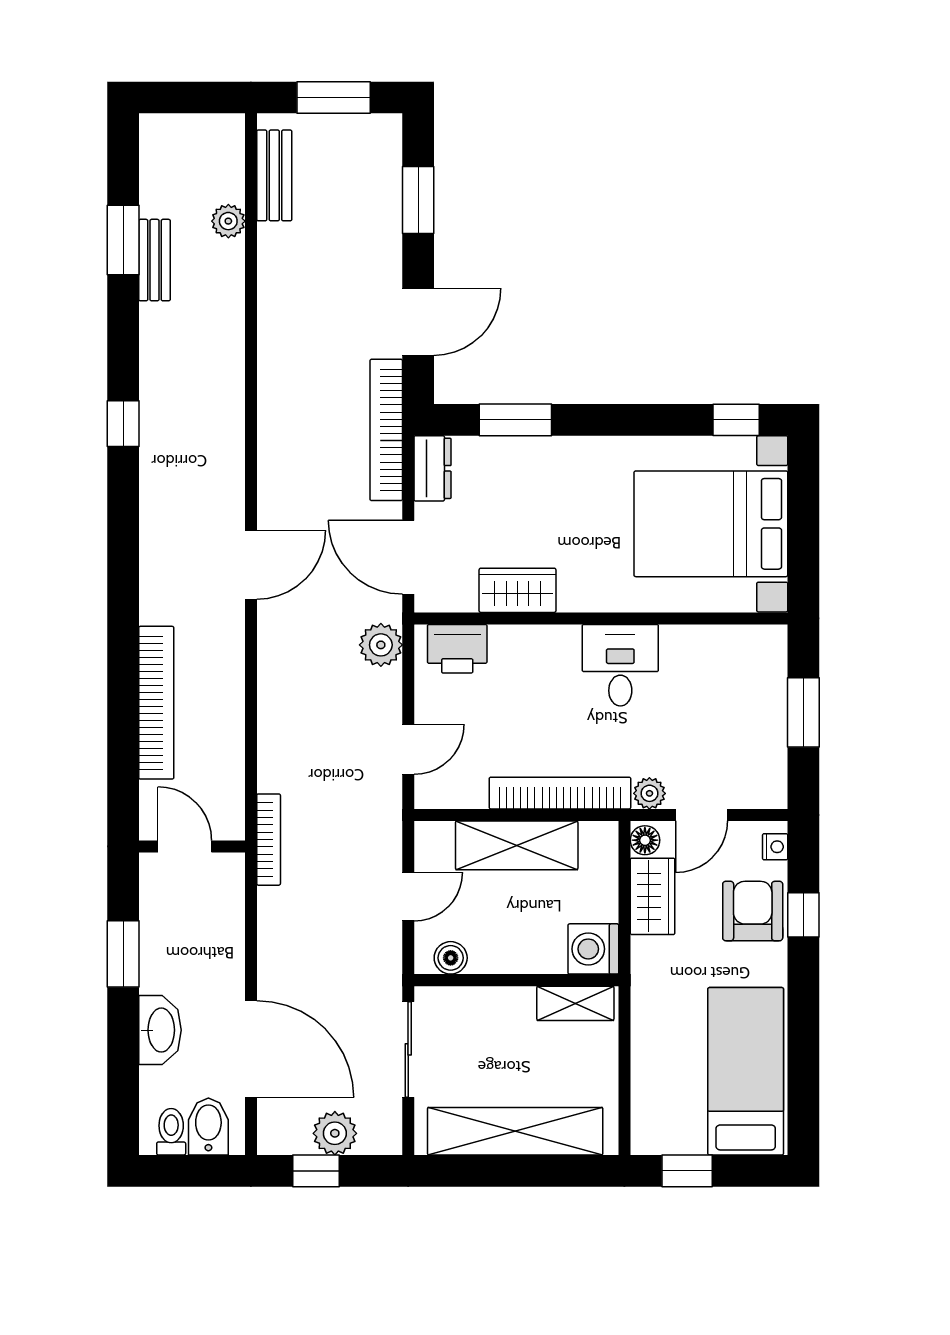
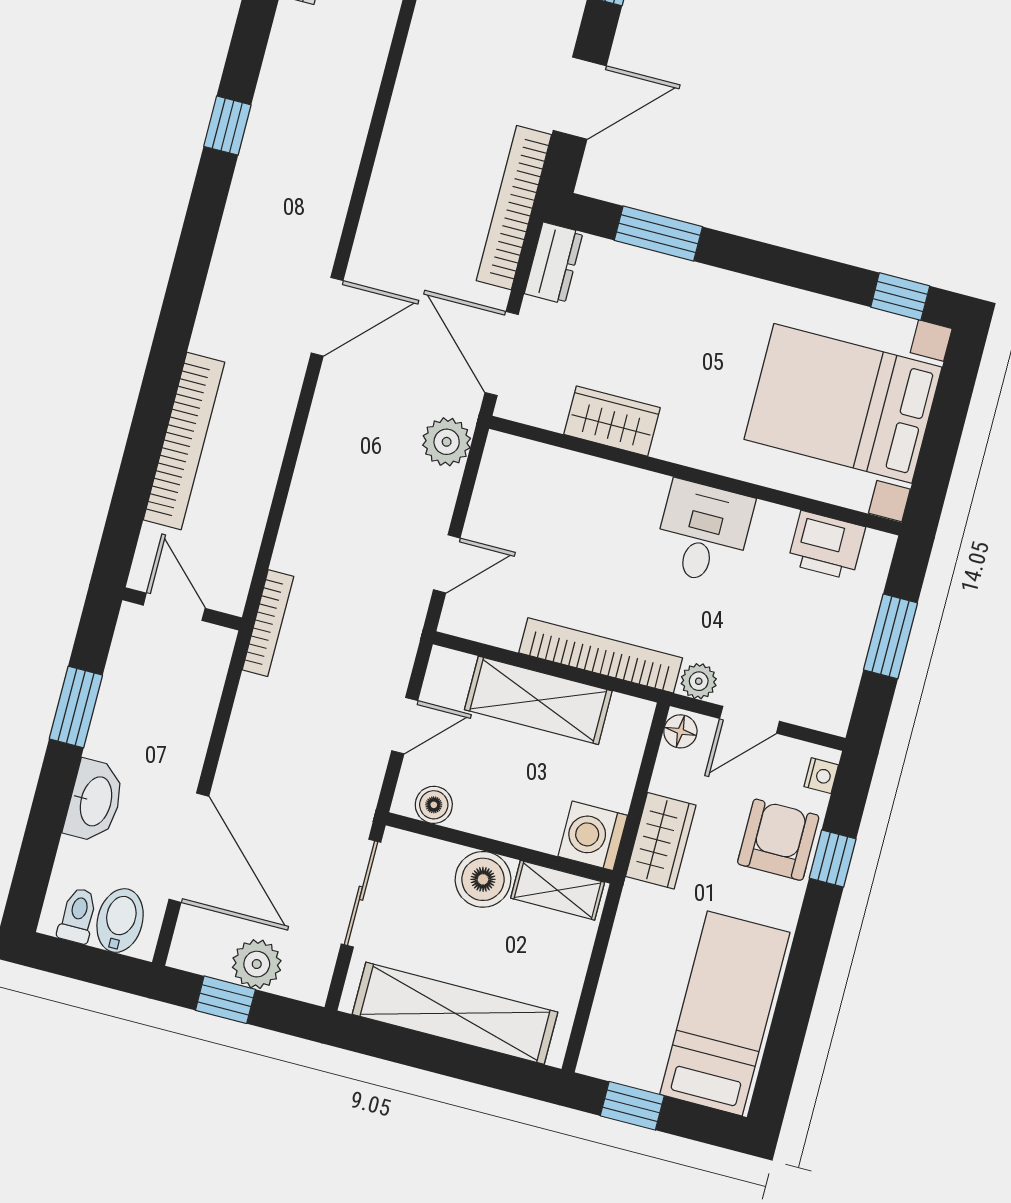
printer: (457, 649) -> (826, 545), moved
wardrobe: (653, 896) -> (661, 841), moved
boiler: (509, 1011) -> (483, 879), added

